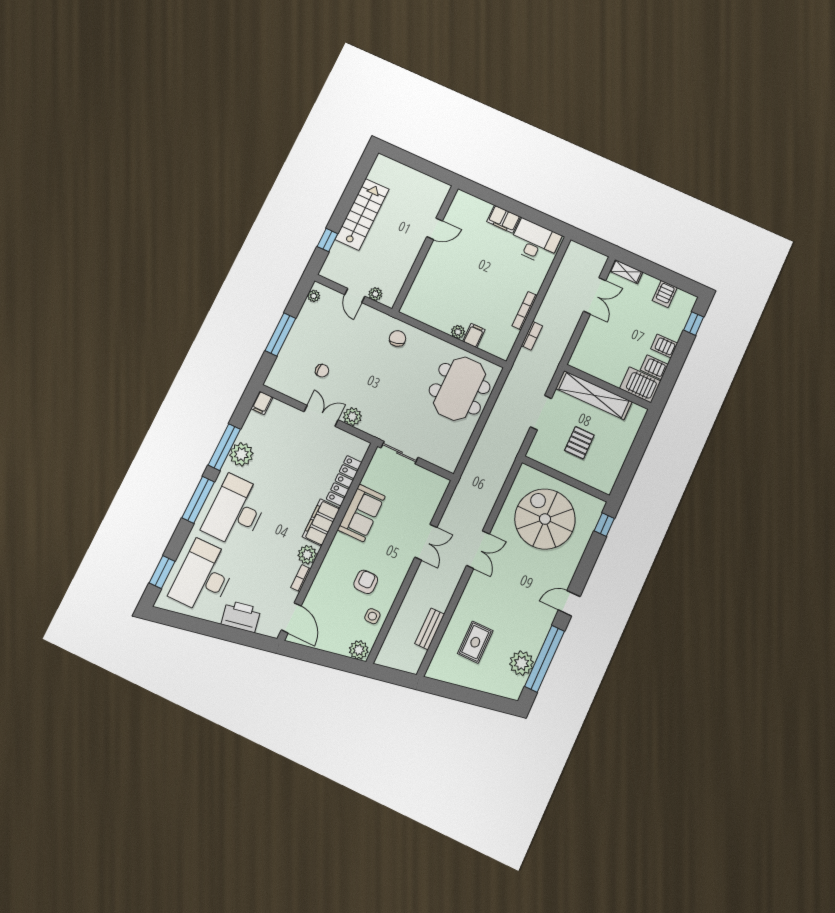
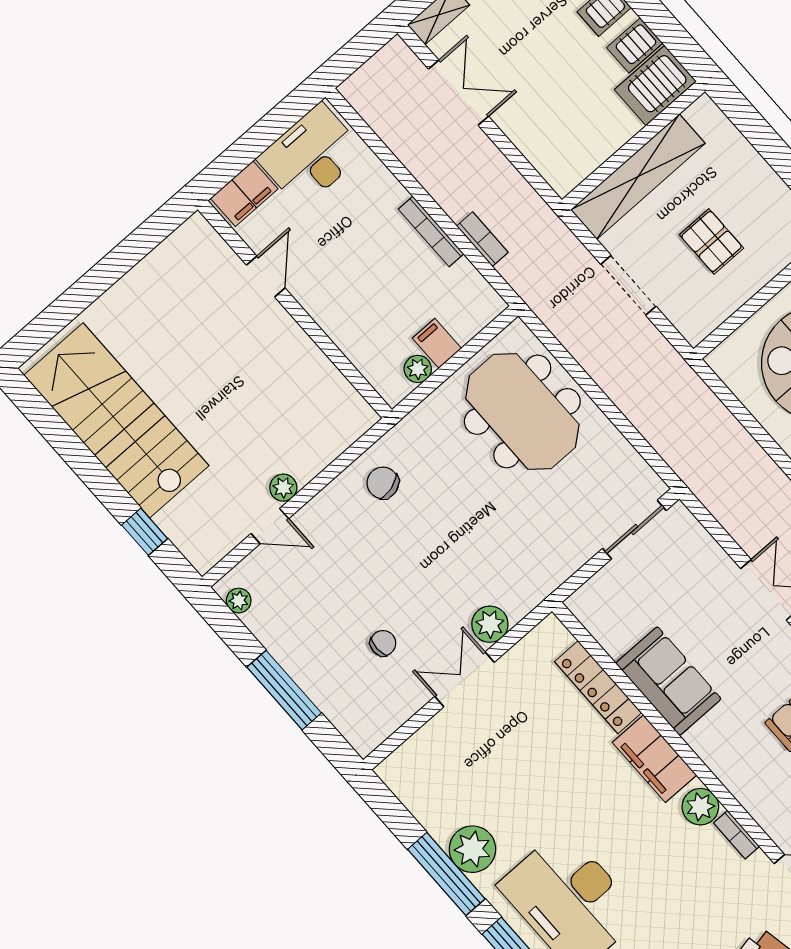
stairs: (362, 214) -> (116, 420), width x1.36, depth x1.51
door: (435, 229) -> (266, 276), moved
wall: (425, 248) -> (295, 309), moved
filing cabinet: (262, 403) -> (395, 775), removed
sliding door: (400, 453) -> (634, 529), moved

